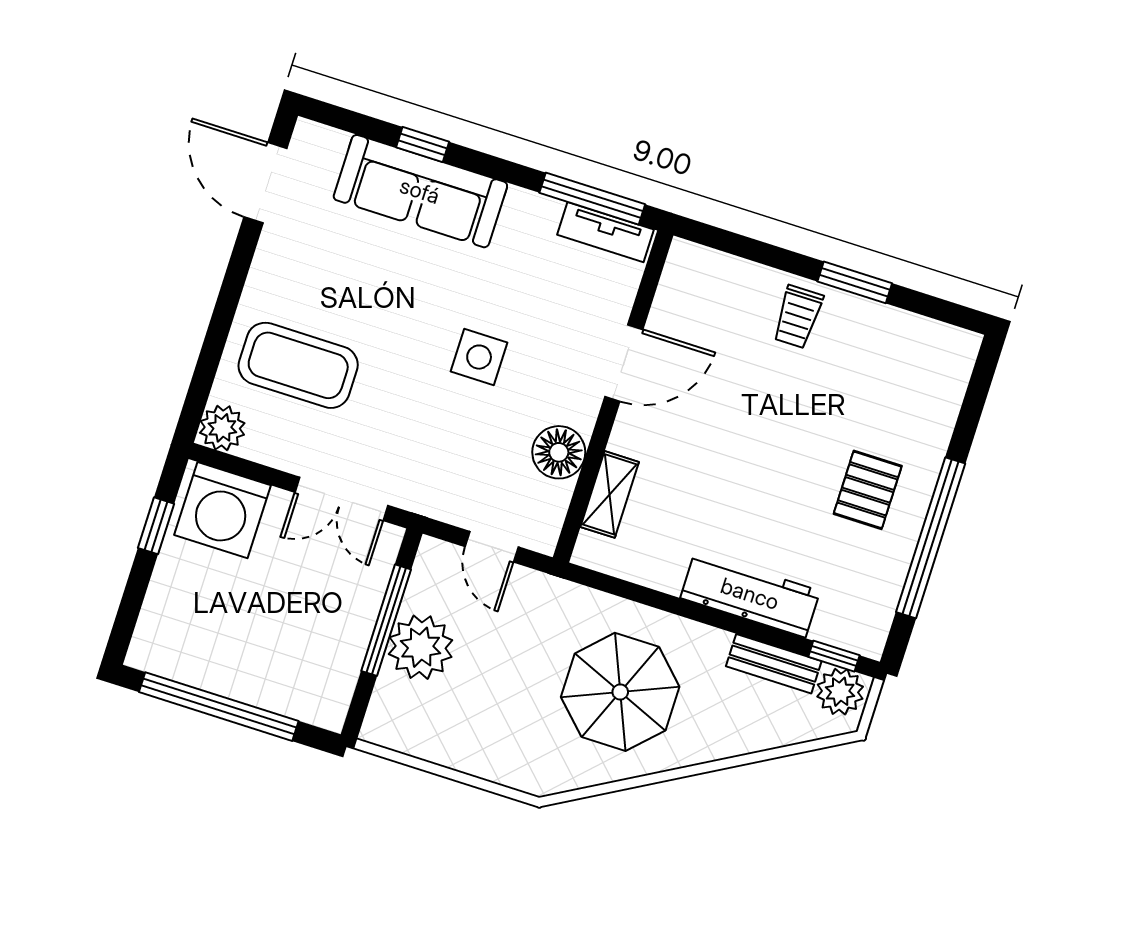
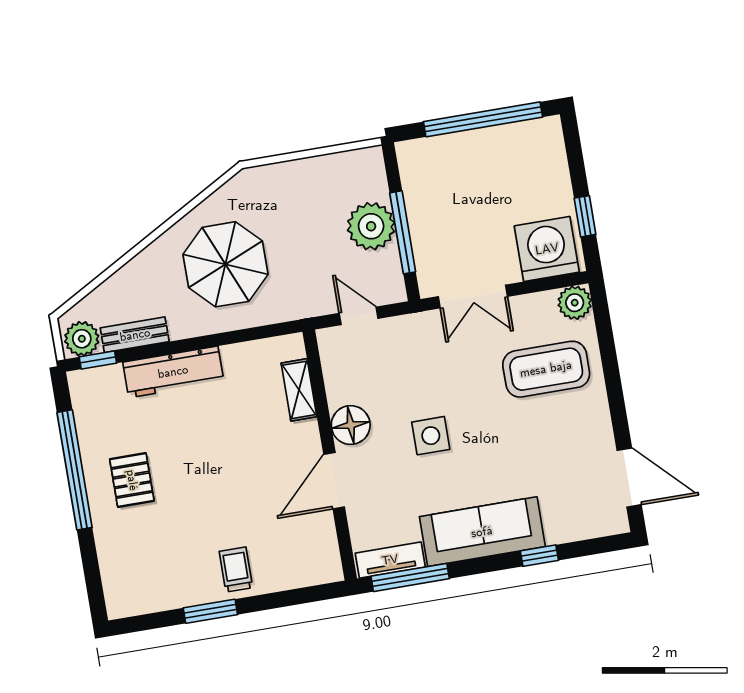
sofa: (420, 191) -> (482, 532), moved
floor lamp: (559, 452) -> (351, 425), moved
double door: (341, 499) -> (473, 297), swing flipped

